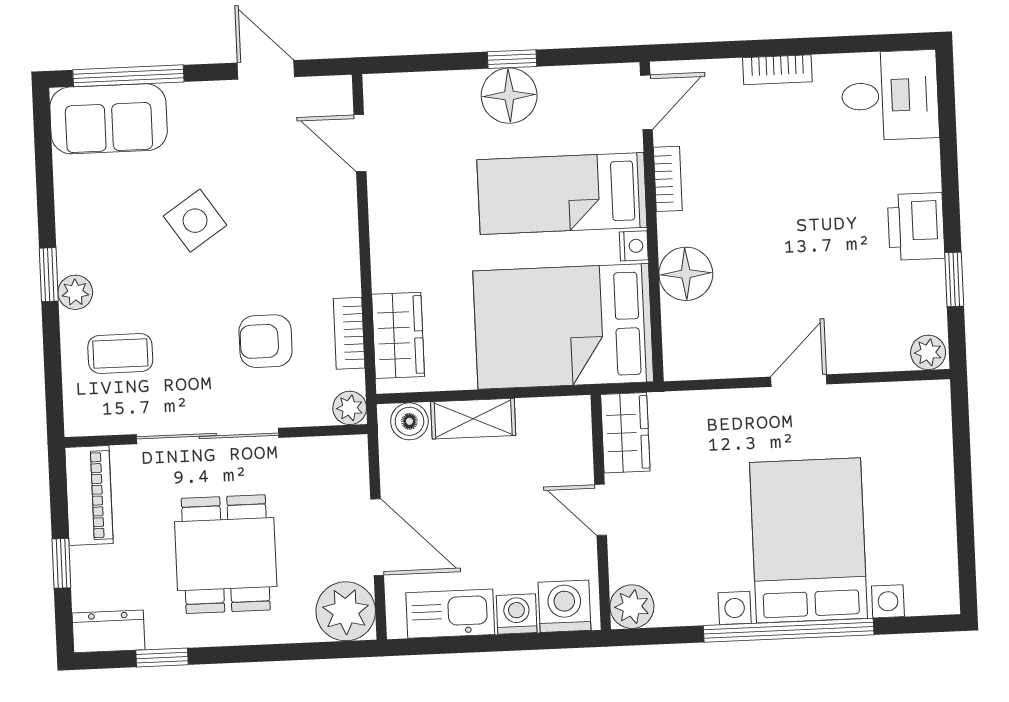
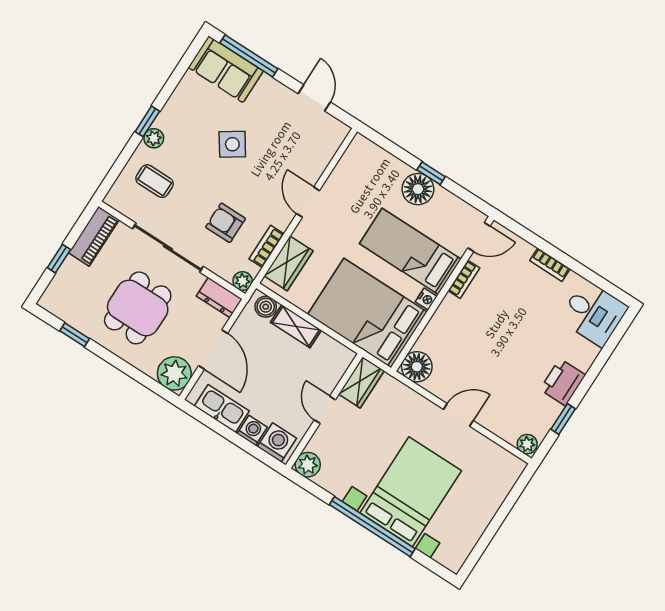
door: (360, 143) -> (308, 202), moved
floor lamp: (686, 274) -> (417, 367), moved
dresser: (108, 631) -> (219, 298), moved, turned 180

